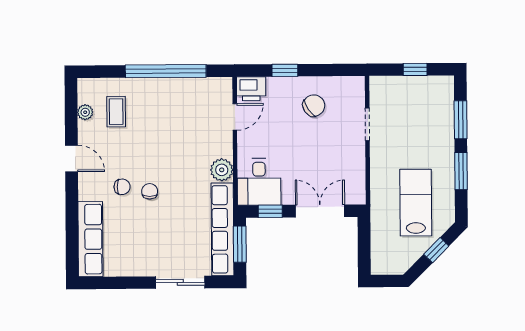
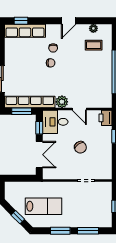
chair: (314, 106) -> (80, 147), moved
door: (235, 117) -> (79, 109), moved
window: (72, 247) -> (21, 21), added

